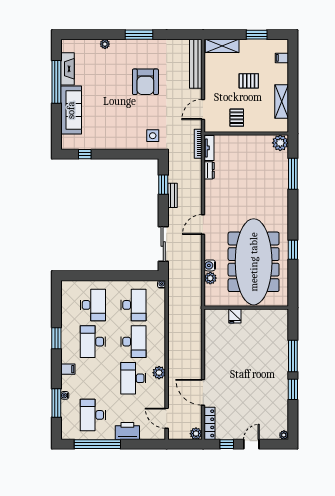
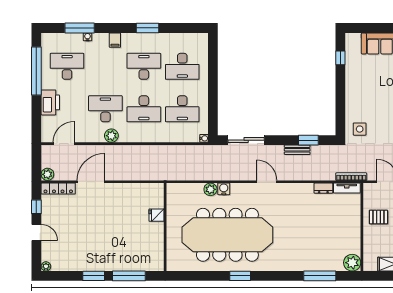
wall: (246, 308) -> (165, 227), moved
fridge: (235, 316) -> (156, 215), moved

